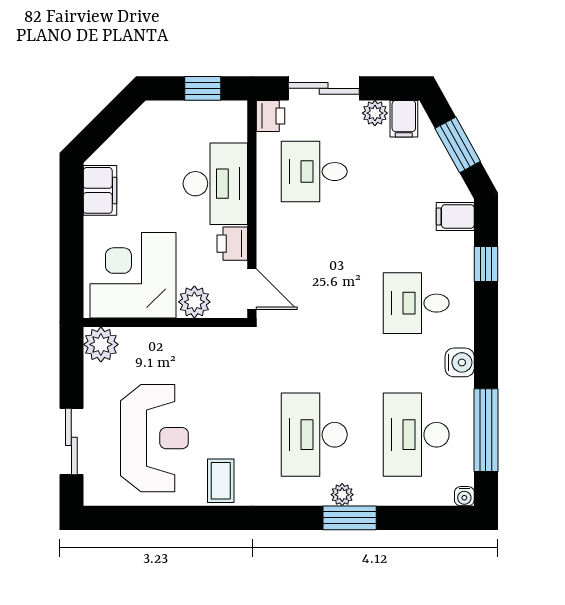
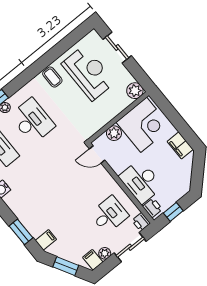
printer: (232, 244) -> (152, 208), moved
window: (486, 264) -> (21, 232), width x1.50
desk: (416, 303) -> (34, 198), removed
reception desk: (154, 438) -> (88, 73), turned 180

